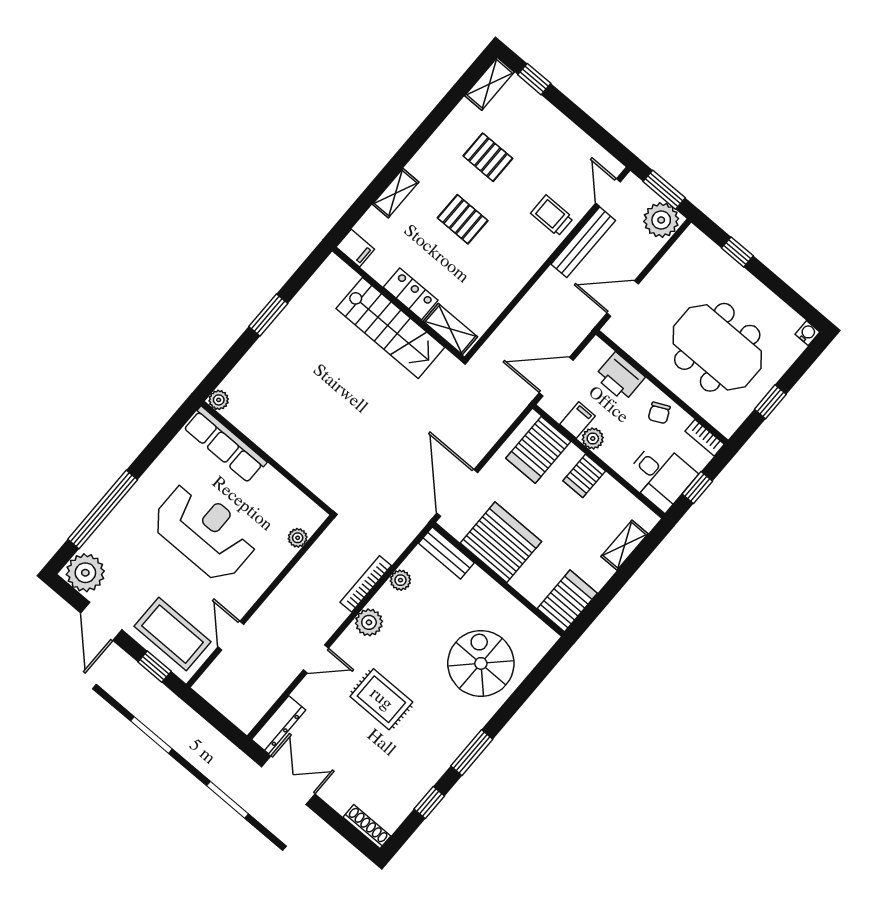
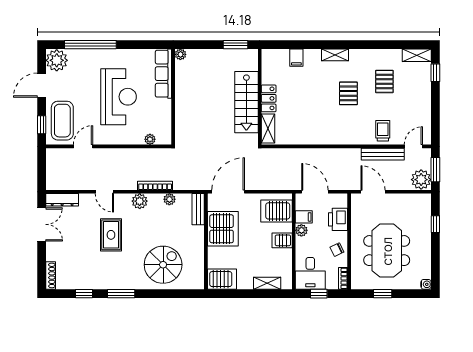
locker: (411, 294) -> (269, 98), moved
wall: (398, 304) -> (260, 97), moved
stairs: (390, 328) -> (246, 102), moved
shelving: (450, 329) -> (268, 128), moved

